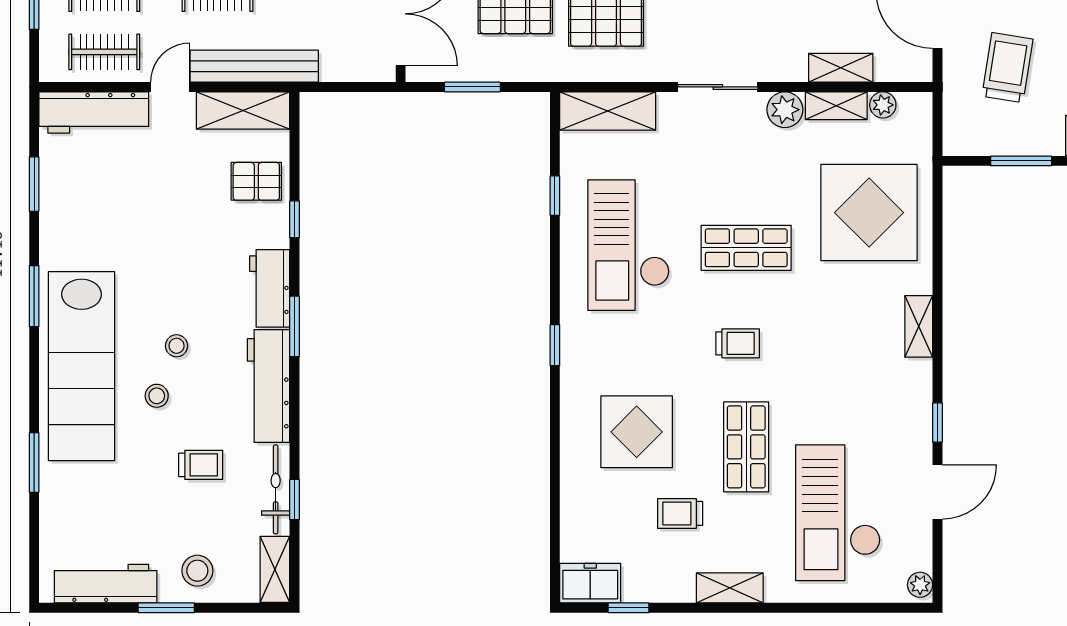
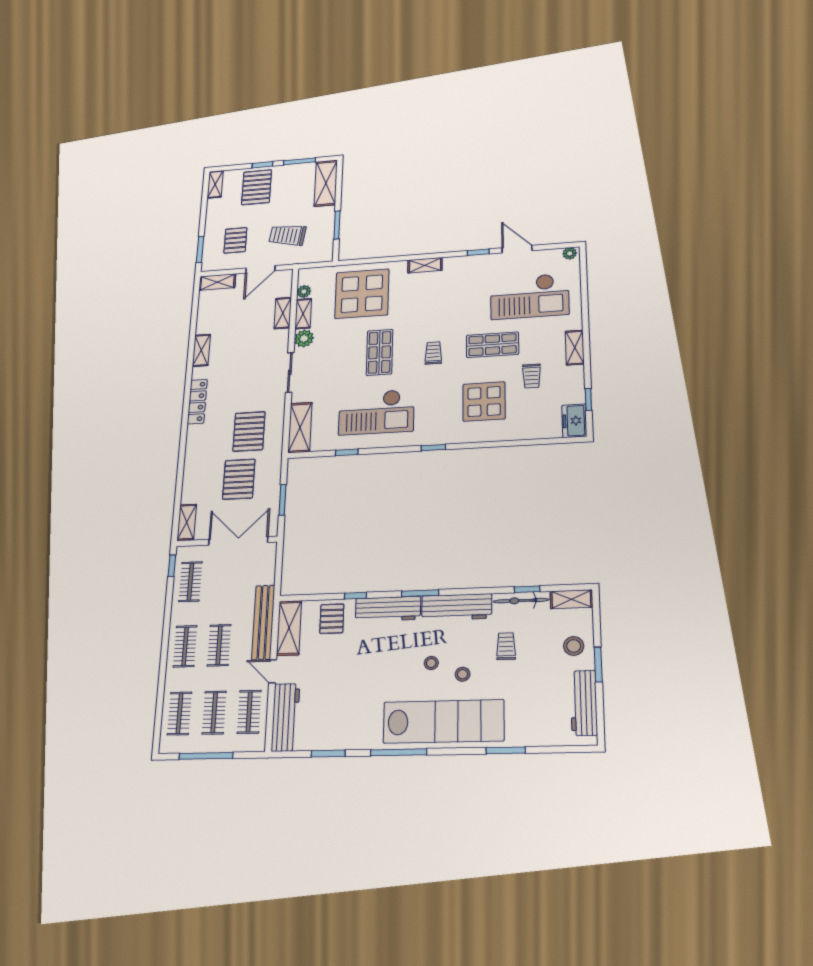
workbench: (270, 288) -> (388, 609), width x1.38
window: (34, 296) -> (399, 752), width x1.44

